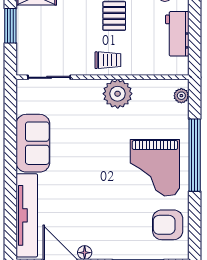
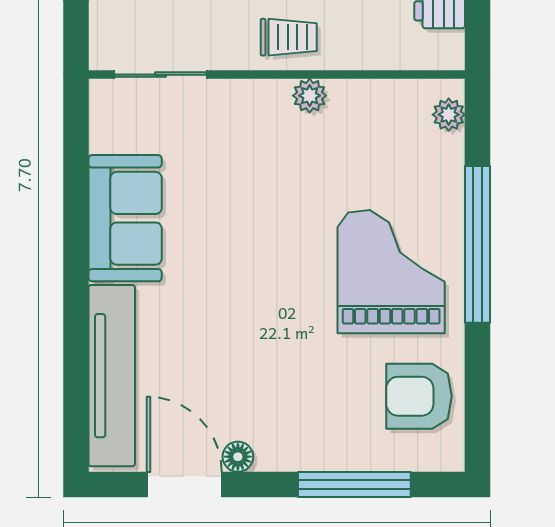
plant: (118, 94) -> (310, 96), width x0.53, depth x0.53
grand piano: (155, 168) -> (391, 272), turned 180

